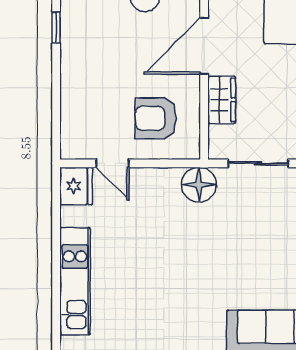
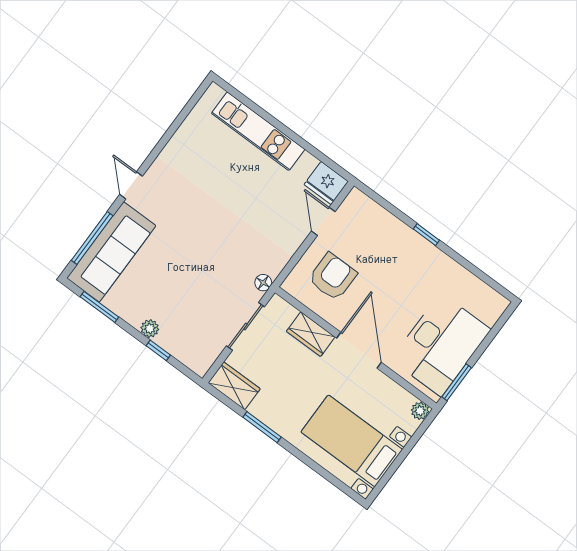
window: (56, 28) -> (426, 235), moved
door: (112, 163) -> (323, 221), hinge flipped
floor lamp: (199, 185) -> (263, 283), width x0.53, depth x0.53

